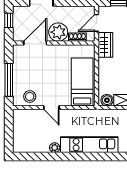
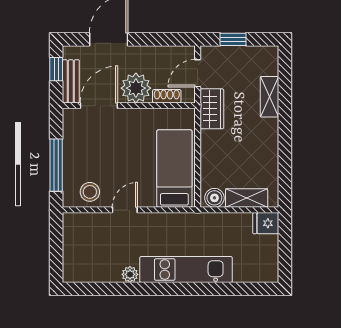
bench: (18, 28) -> (71, 81), added
door: (51, 108) -> (125, 210), swing flipped

